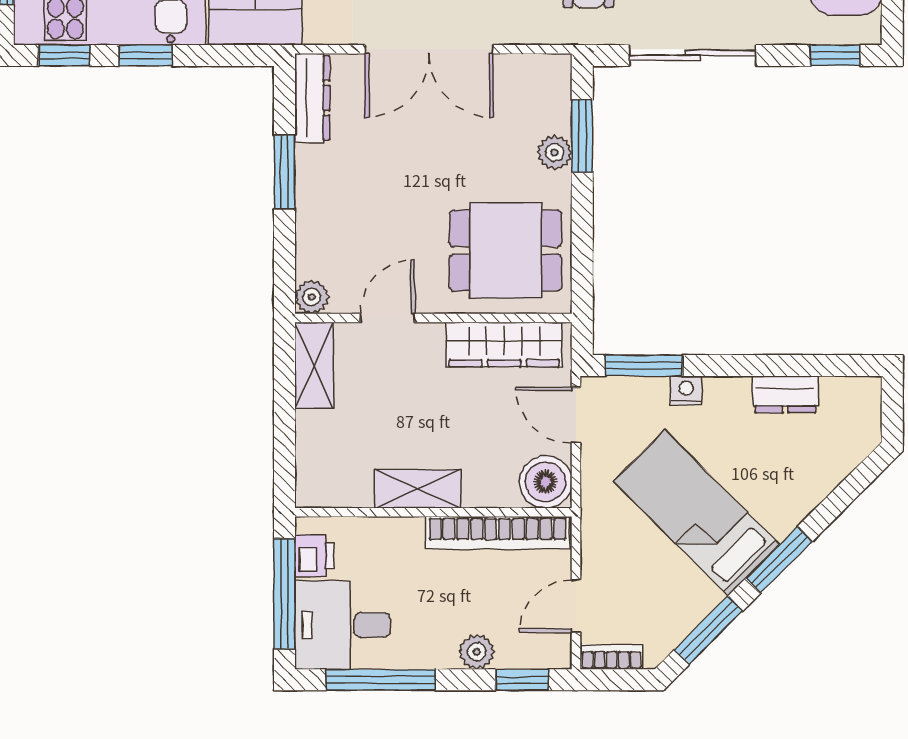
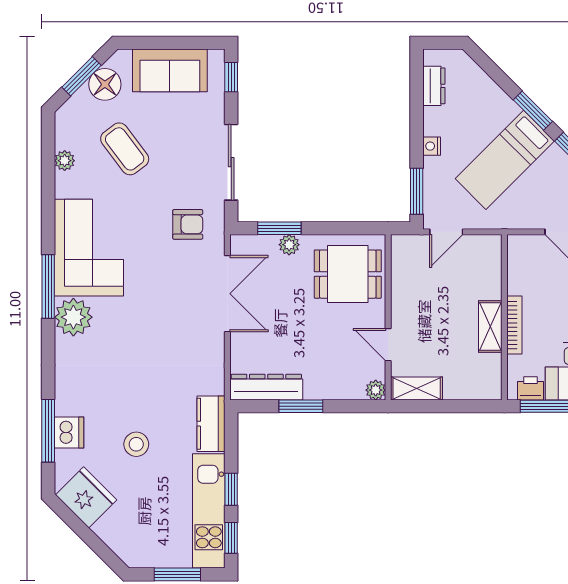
double door: (429, 49) -> (227, 294), moved
dresser: (312, 98) -> (266, 387), width x1.37, depth x1.24
dining table: (506, 250) -> (348, 274), turned 90
wardrobe: (504, 344) -> (404, 275), removed
nightstand: (686, 391) -> (432, 146), moved
dresser: (785, 394) -> (434, 86), moved
boiler: (545, 482) -> (486, 250), removed
bookcase: (498, 533) -> (514, 325), moved, width x0.68, depth x0.76

